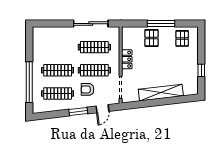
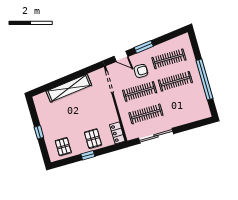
window: (161, 24) -> (88, 155), width x0.46
locker: (127, 59) -> (117, 133), moved
window: (201, 70) -> (39, 132), moved
window: (29, 82) -> (205, 79), moved
door: (102, 109) -> (121, 56), swing flipped

